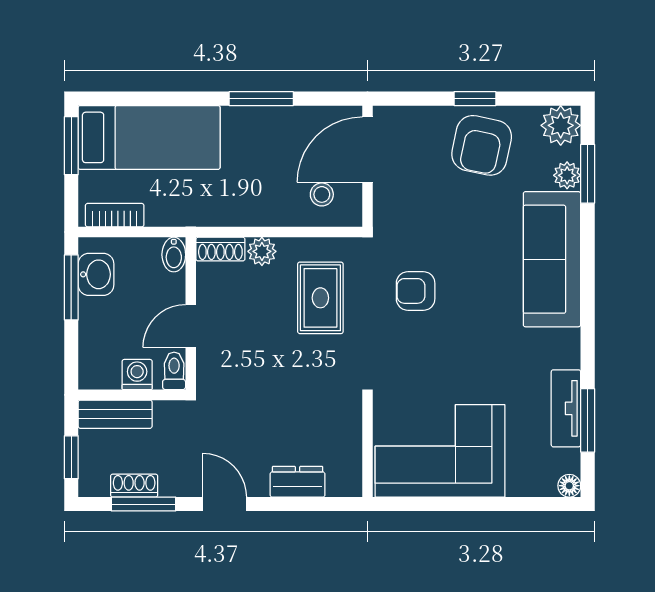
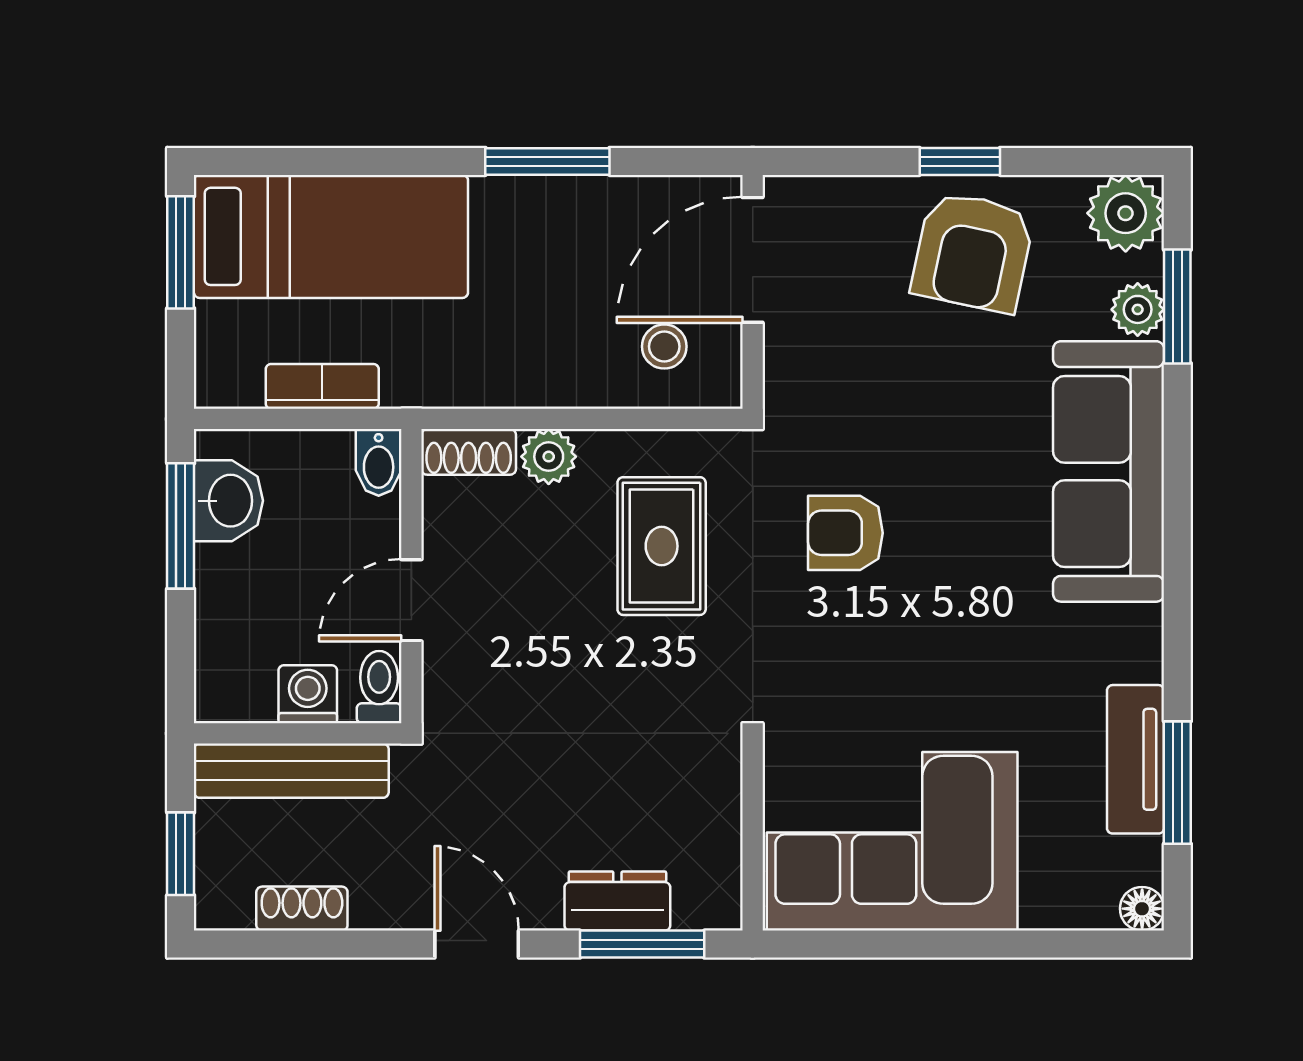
bookcase: (115, 215) -> (322, 386), moved
bench: (115, 414) -> (291, 771), width x1.36
window: (144, 504) -> (642, 944), moved

